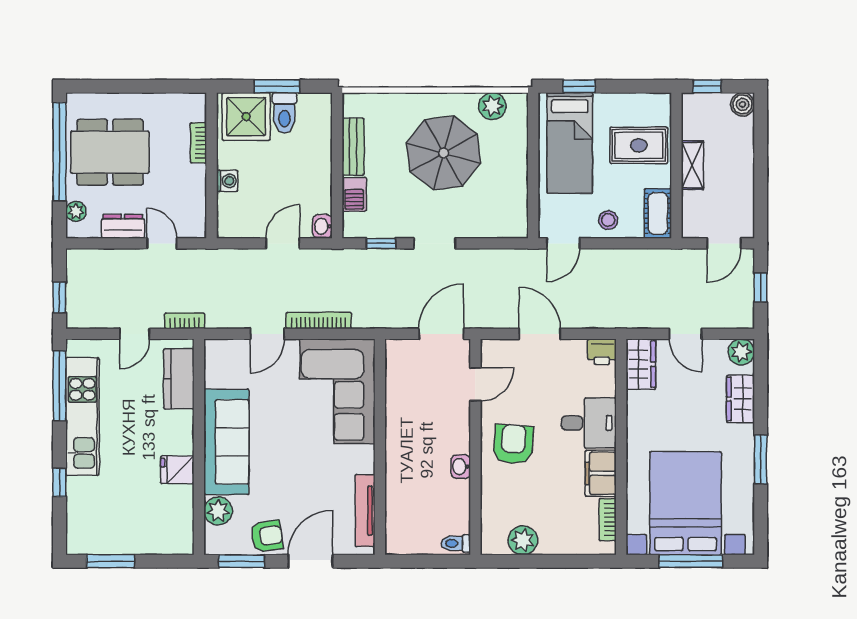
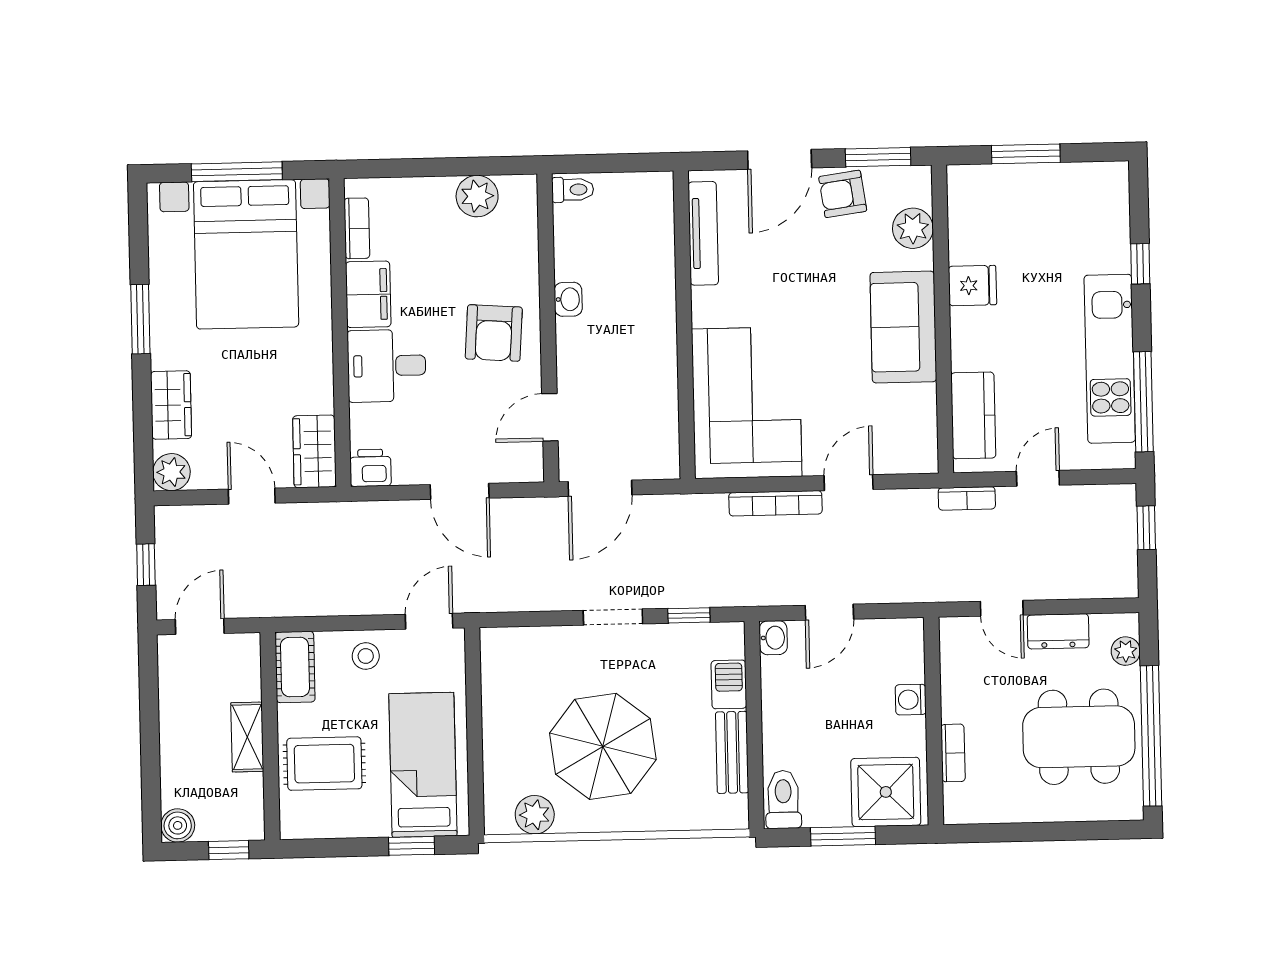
toilet: (284, 113) -> (783, 799), moved
sofa: (226, 442) -> (903, 327), width x0.73
window: (111, 561) -> (1026, 154), moved

